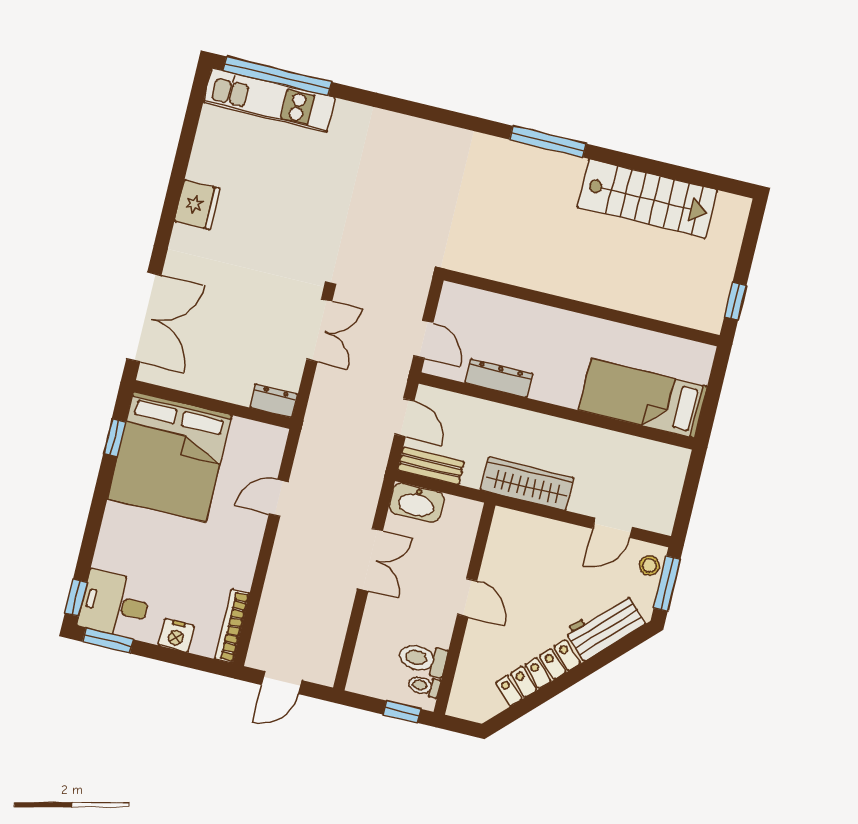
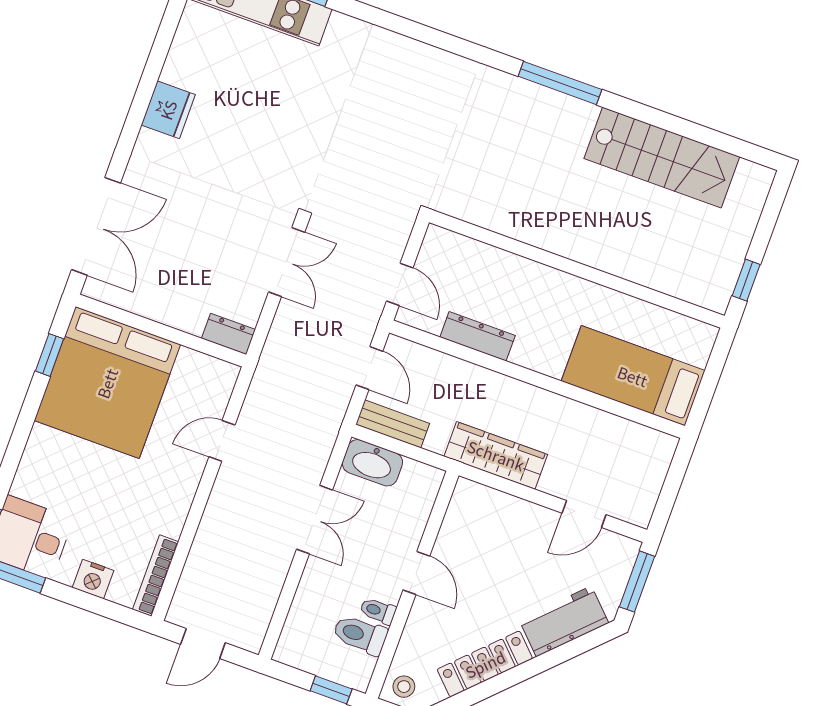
stool: (649, 565) -> (404, 687), moved
toilet: (424, 686) -> (378, 611), moved

